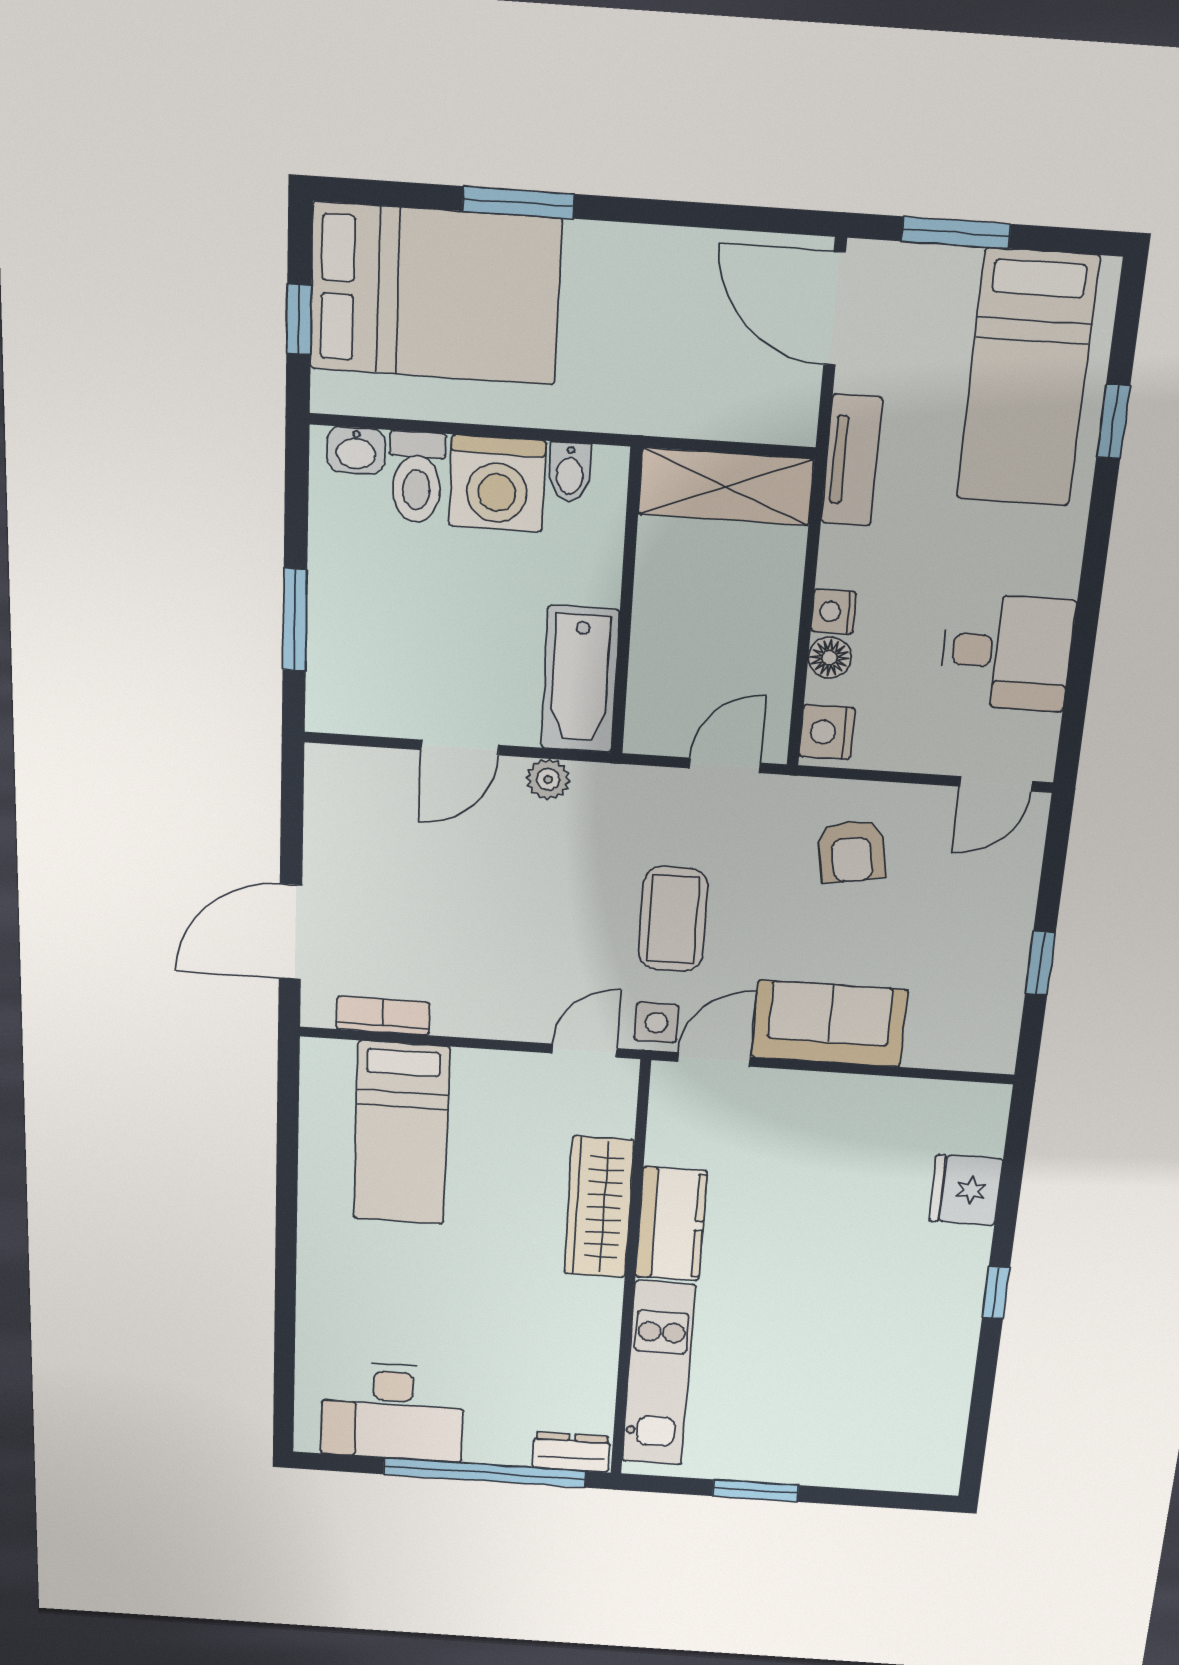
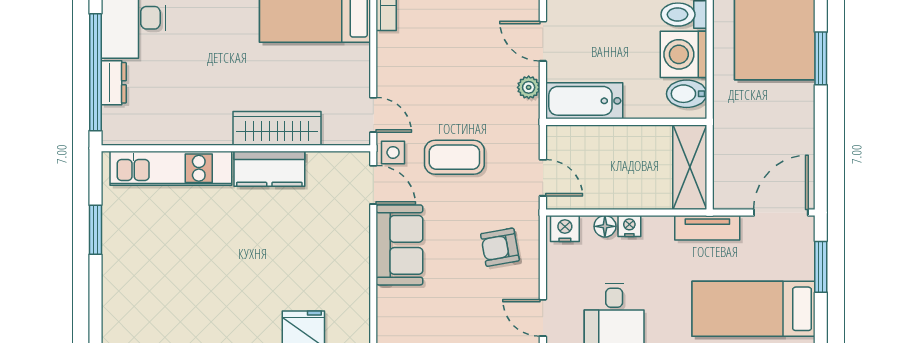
bidet: (570, 472) -> (687, 94), width x1.38, depth x1.36
dresser: (571, 1452) -> (114, 83), moved

